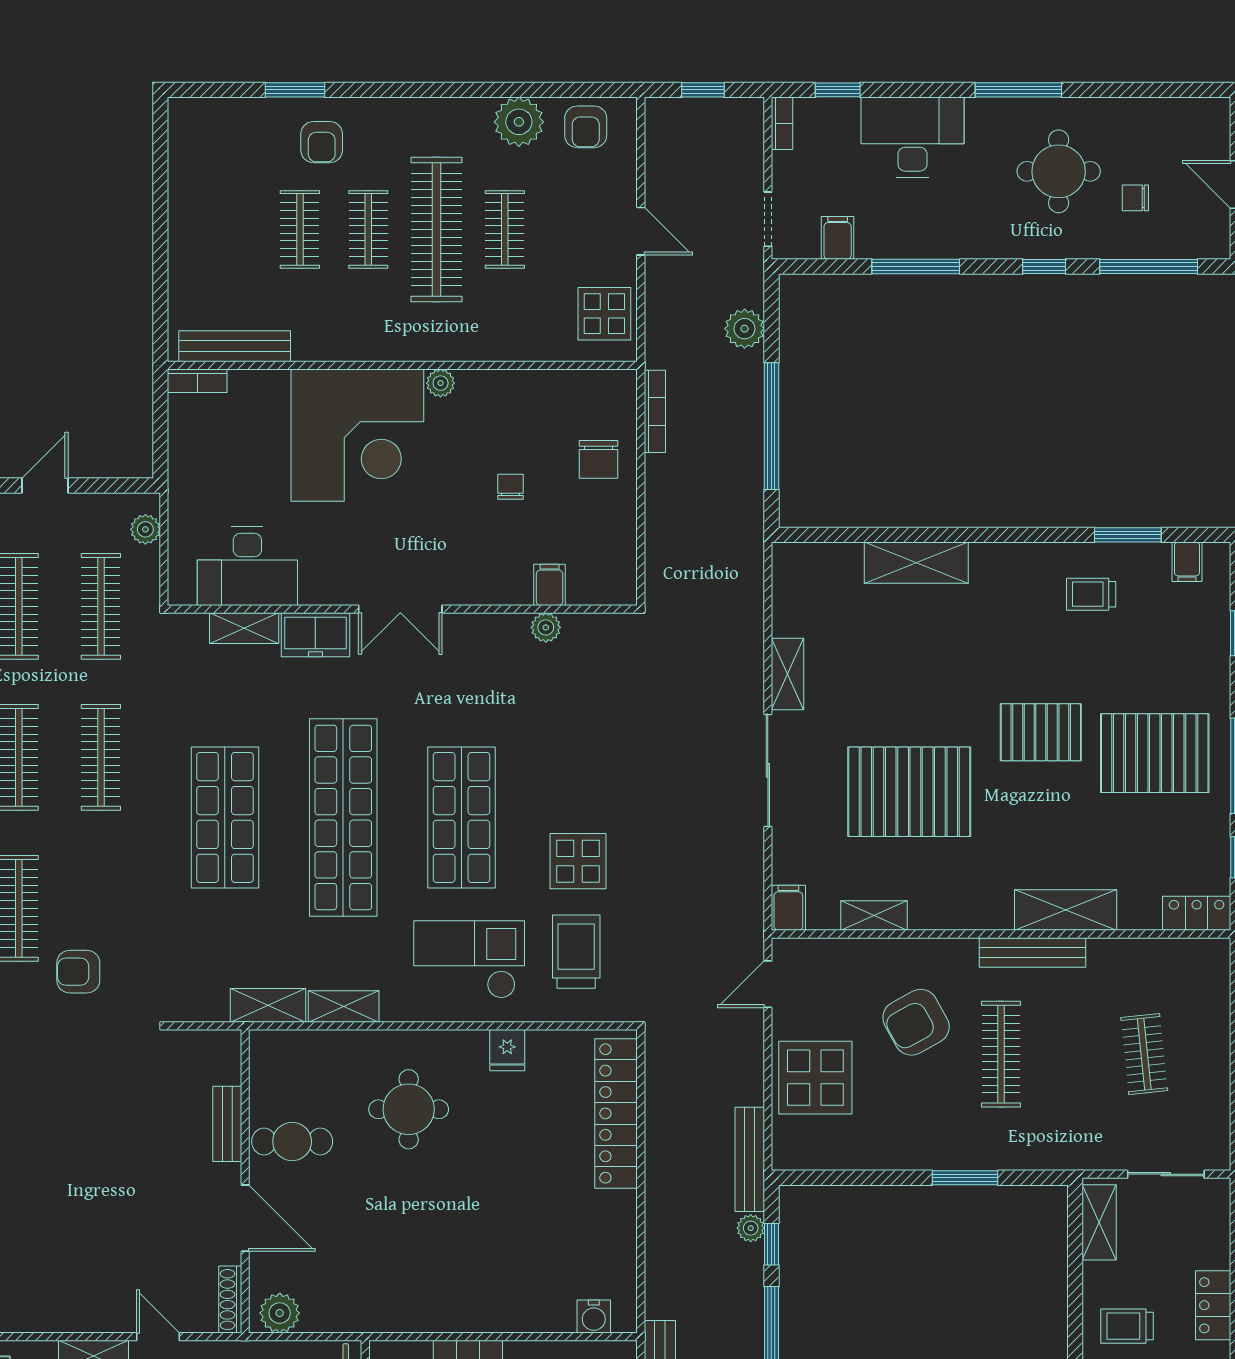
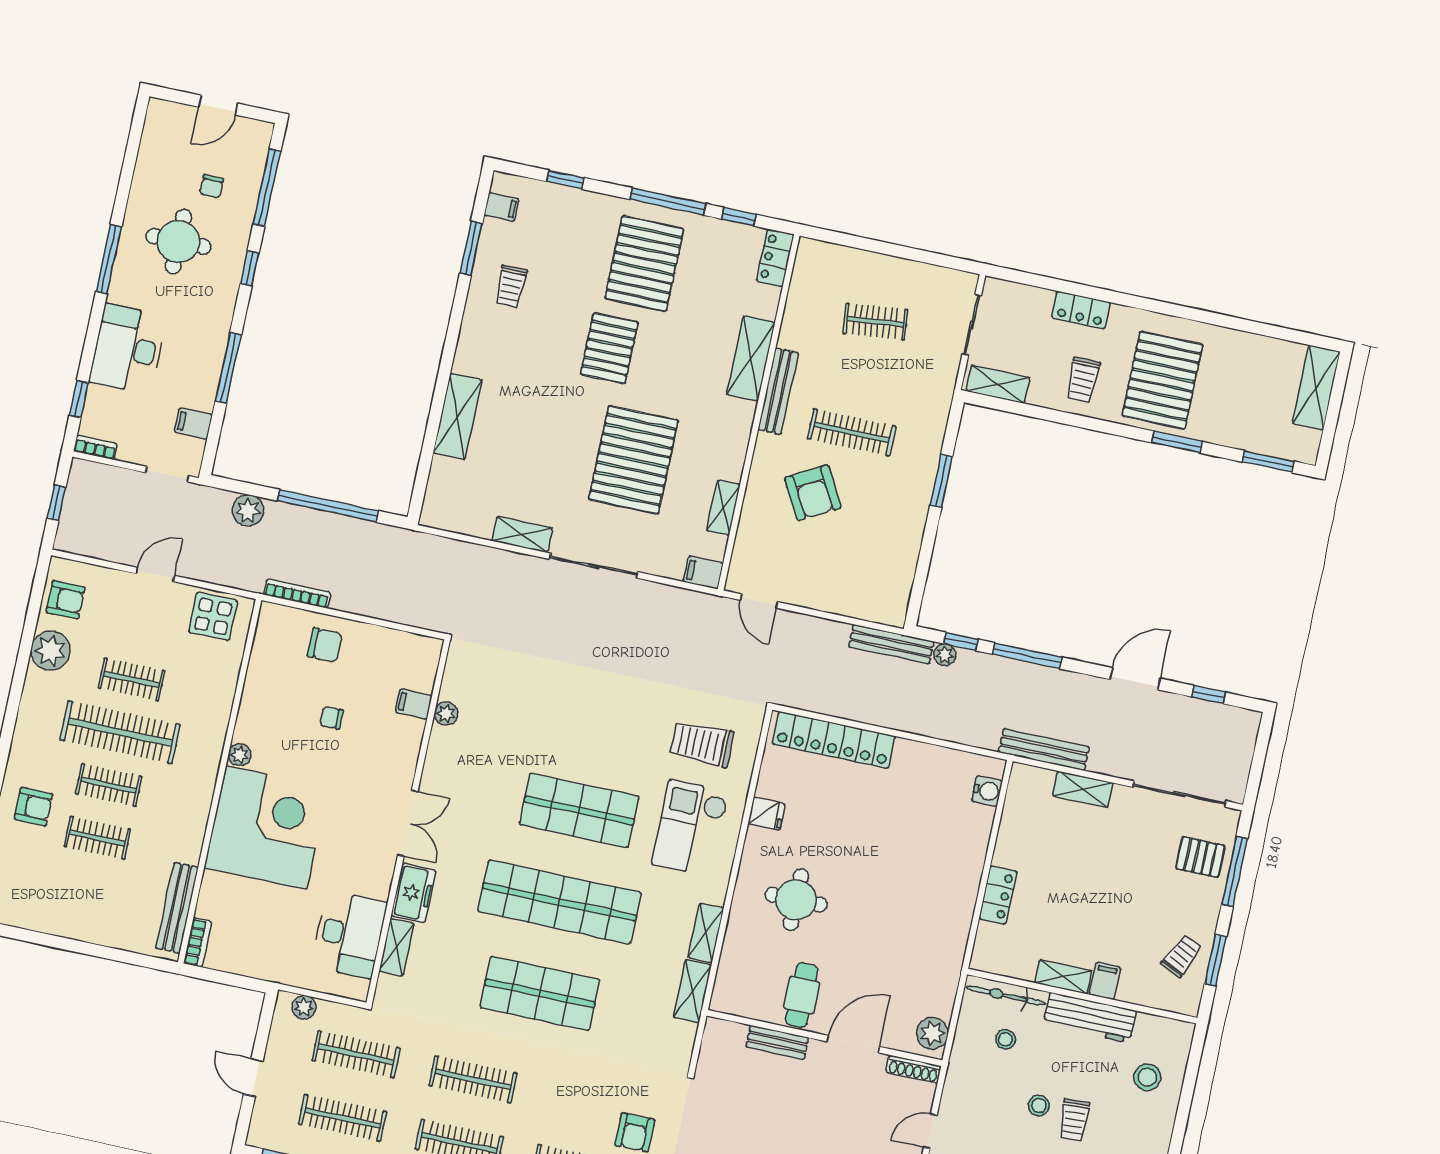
display table: (578, 861) -> (632, 728), removed
display table: (815, 1078) -> (839, 580), removed

